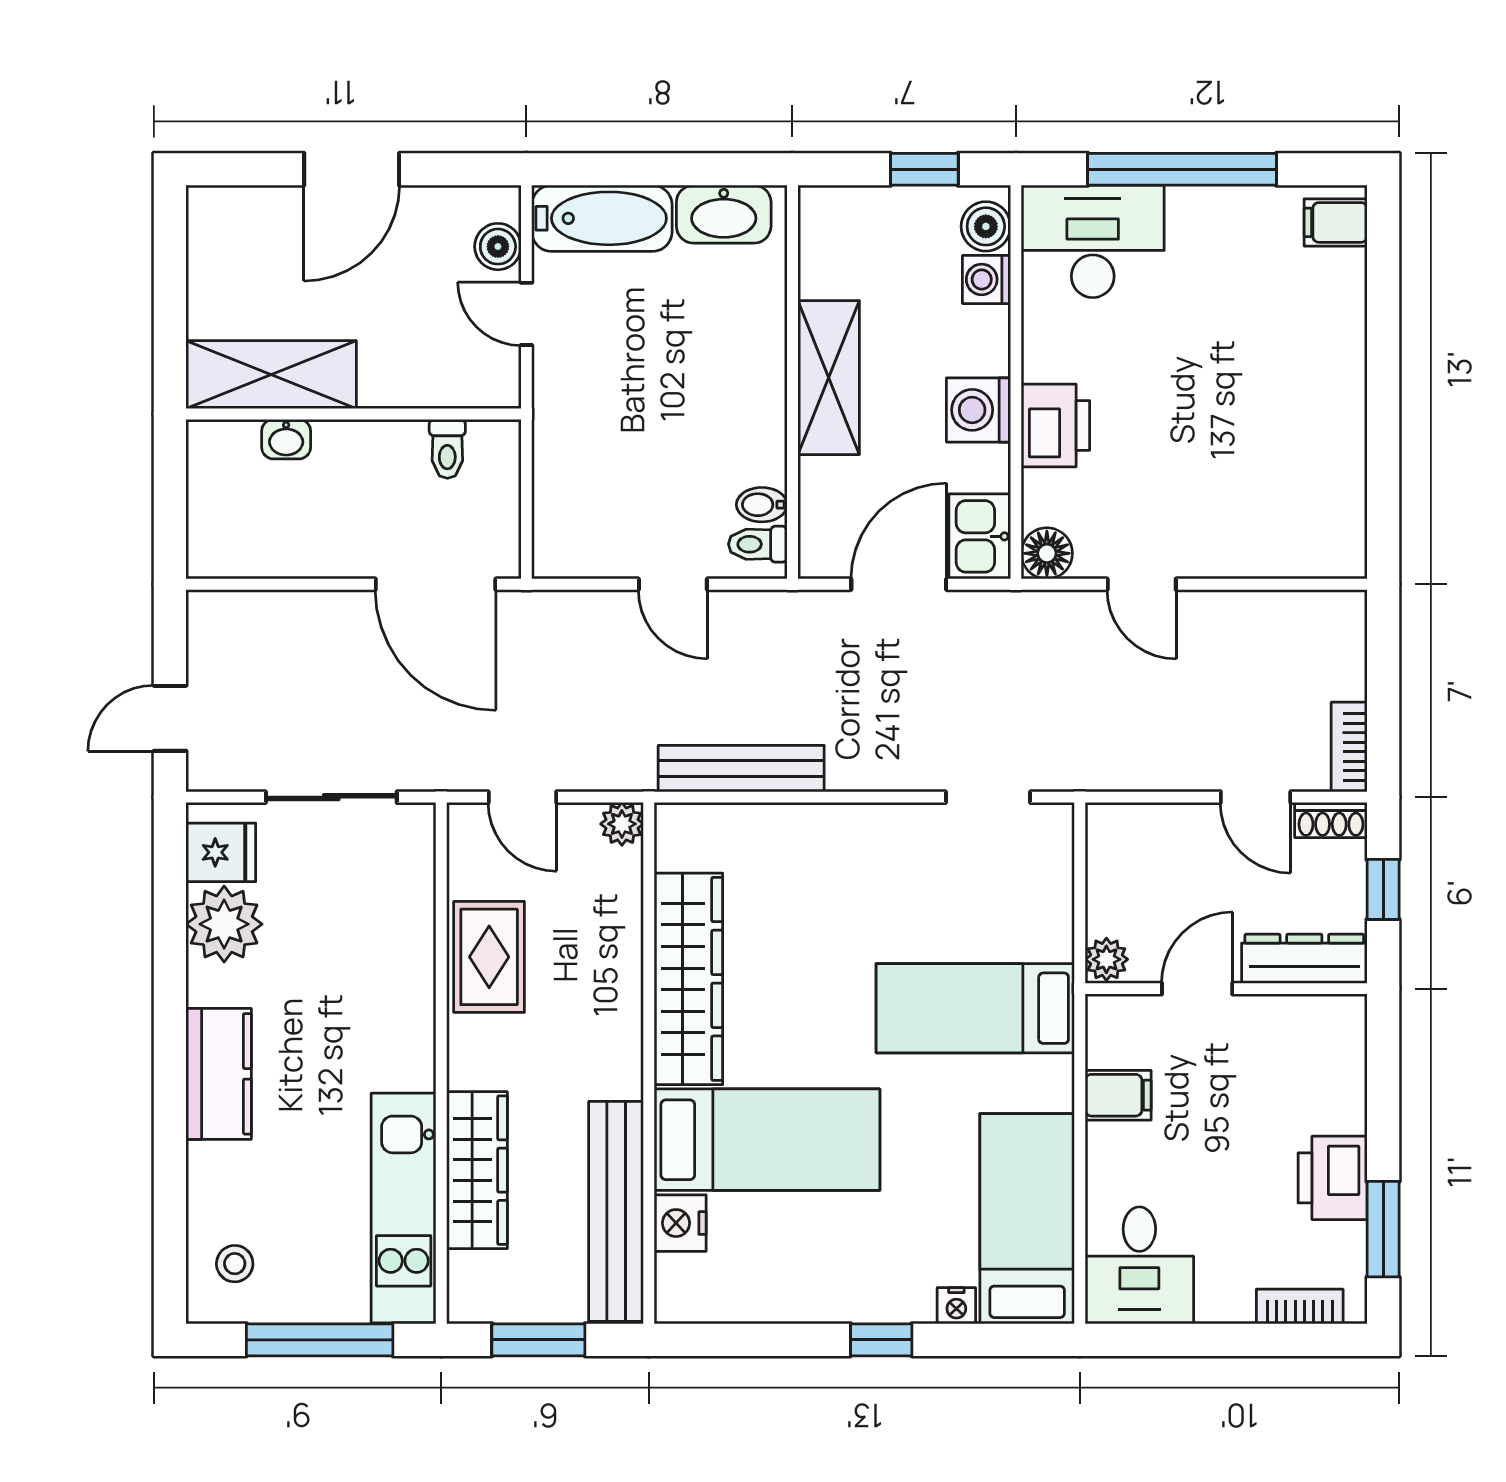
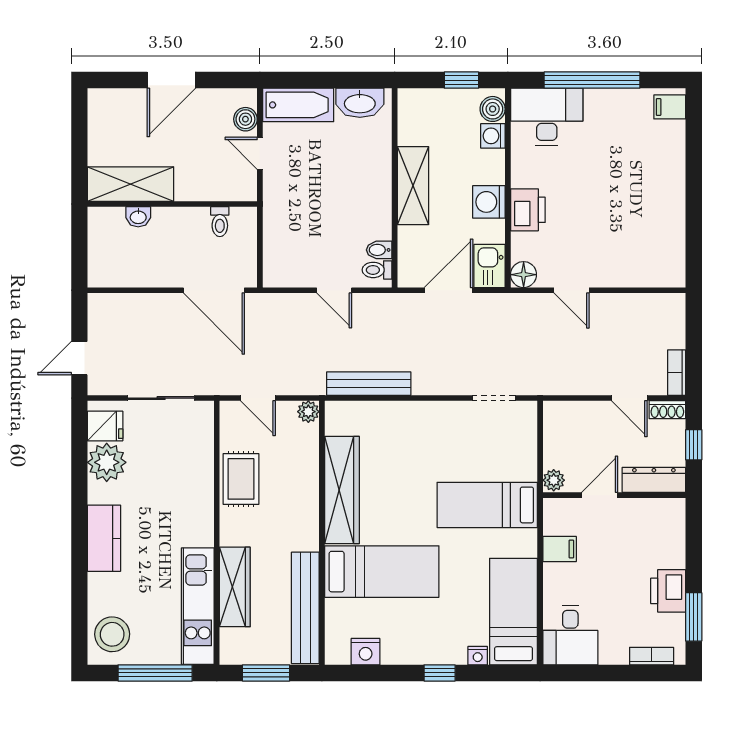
nightstand: (680, 1223) -> (366, 652), moved, turned -90
stool: (235, 1264) -> (112, 634), width x1.89, depth x1.89

